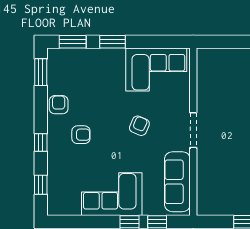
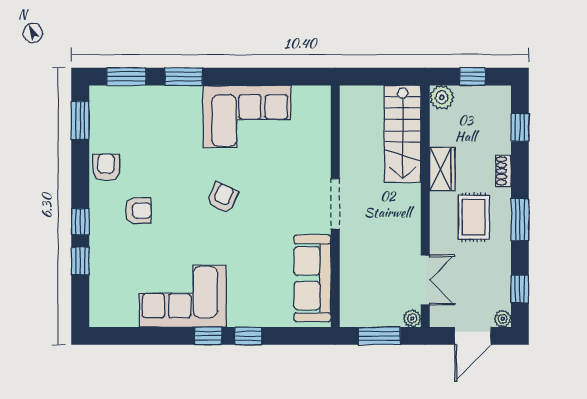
doorway: (193, 130) -> (335, 204), moved
wall: (193, 132) -> (335, 206), moved
sofa: (177, 182) -> (312, 278), moved
window: (41, 185) -> (80, 261), moved

